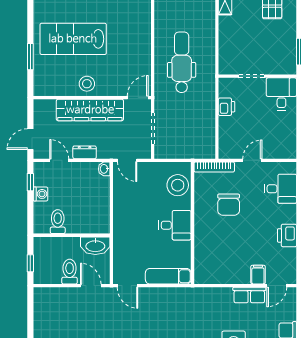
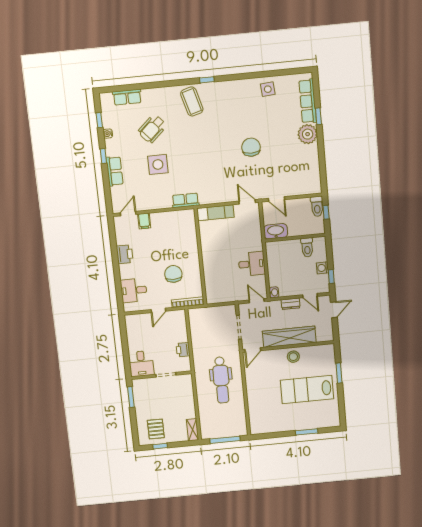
lab bench: (73, 39) -> (307, 390), turned 180
stool: (178, 185) -> (215, 285), removed
desk: (175, 225) -> (252, 264), moved, turned 180
toilet: (70, 272) -> (317, 206), moved
row of seats: (249, 295) -> (185, 200), moved

